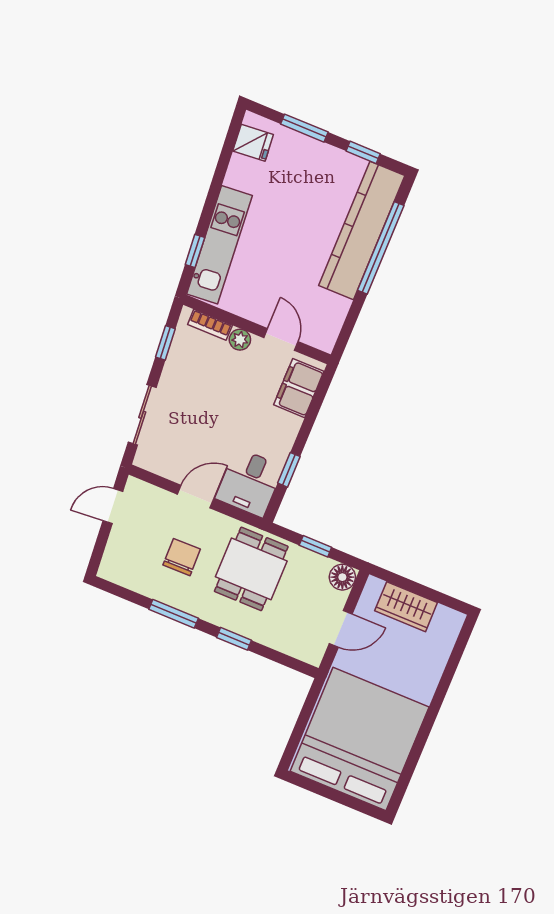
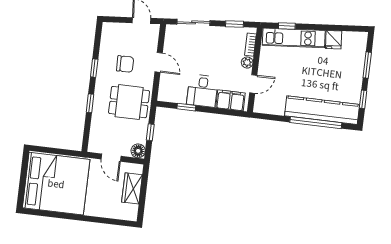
fridge: (253, 143) -> (334, 40), moved
desk: (249, 483) -> (202, 91), moved, turned -90
window: (174, 614) -> (94, 68), width x0.67

